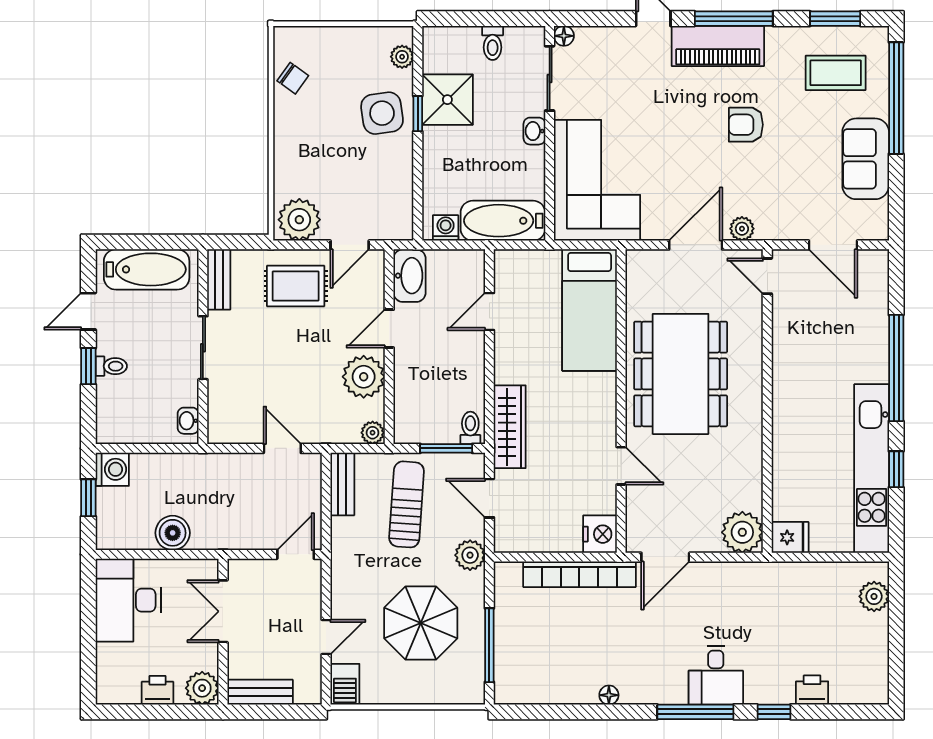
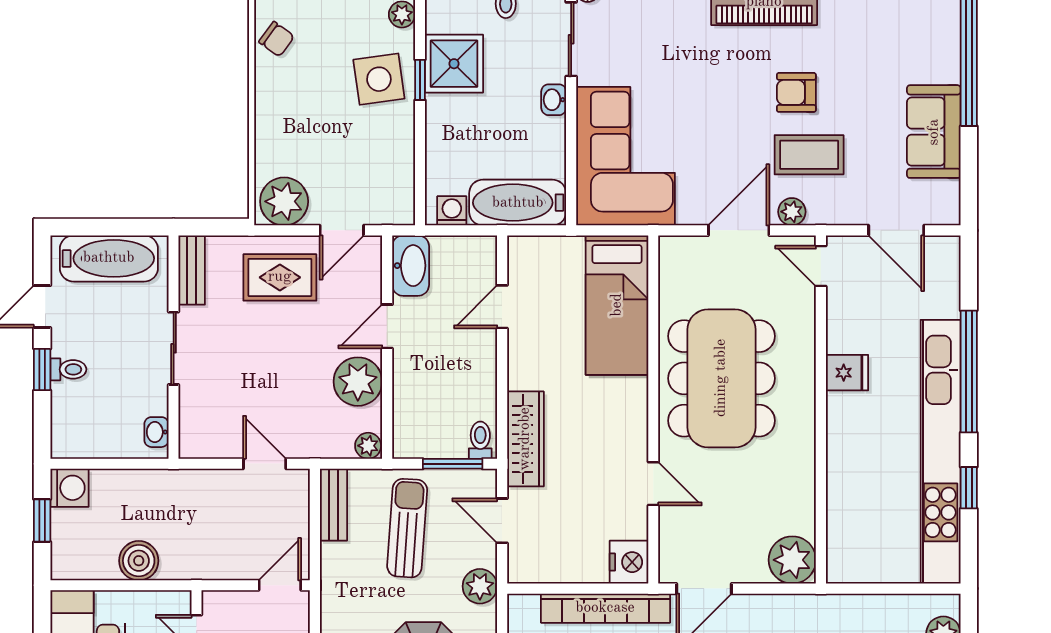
coffee table: (836, 73) -> (809, 155), moved
kitchen unit: (872, 469) -> (941, 452), width x1.36
fridge: (790, 537) -> (847, 373), moved

